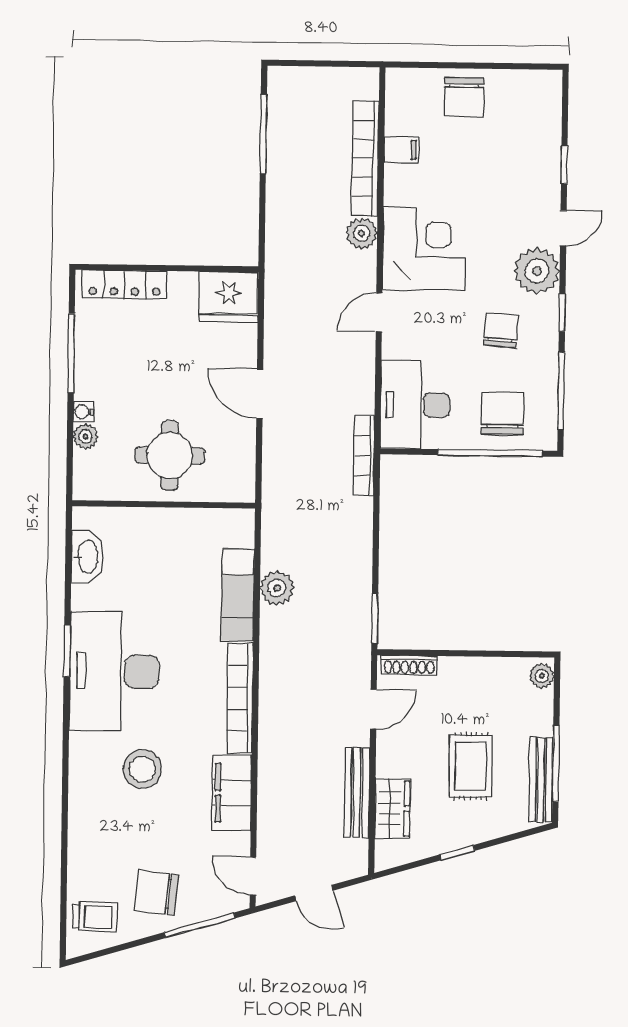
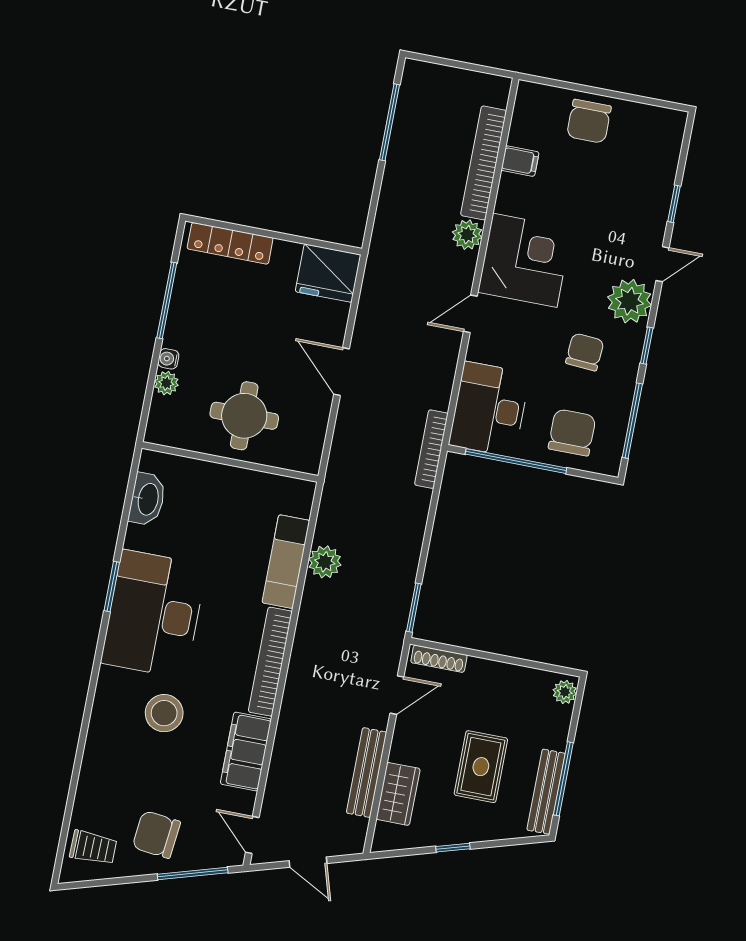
window: (490, 453) -> (516, 461), moved

